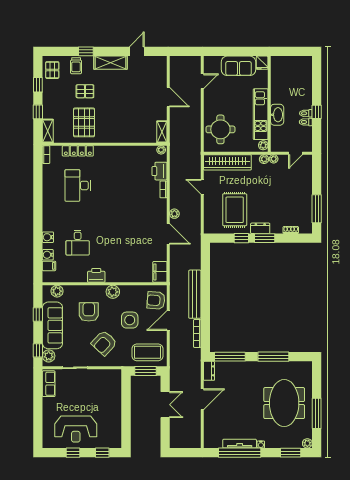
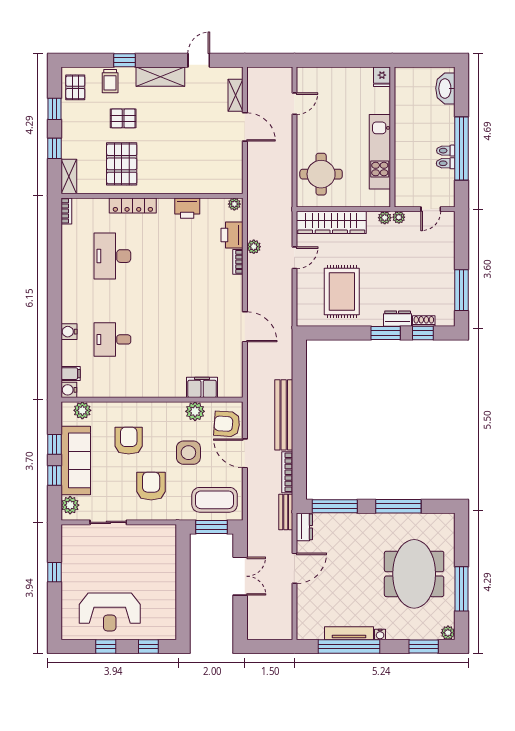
sofa: (238, 66) -> (347, 81), removed
window: (317, 112) -> (462, 149), width x3.17
washbasin: (277, 115) -> (445, 88), moved, turned 180
shelving: (162, 132) -> (236, 95), moved
plant: (263, 145) -> (384, 197), removed
locker: (78, 151) -> (133, 206), moved
door: (202, 187) -> (294, 258), swing flipped
plant: (174, 214) -> (254, 247), moved
dresser: (260, 228) -> (398, 319), moved
window: (241, 238) -> (423, 333), moved
desk: (78, 243) -> (112, 339), turned 90
water cooler: (48, 255) -> (69, 390), moved
filing cabinet: (160, 272) -> (202, 387), moved, turned 90
printer: (96, 275) -> (187, 208), moved, turned 180
plant: (113, 292) -> (195, 411), moved
door: (168, 321) -> (245, 453), hinge flipped
armchair: (104, 343) -> (151, 486), turned 137
window: (38, 350) -> (54, 475), moved
bench: (196, 361) -> (286, 512), added
row of seats: (49, 384) -> (70, 546), removed
window: (38, 402) -> (54, 572), added

